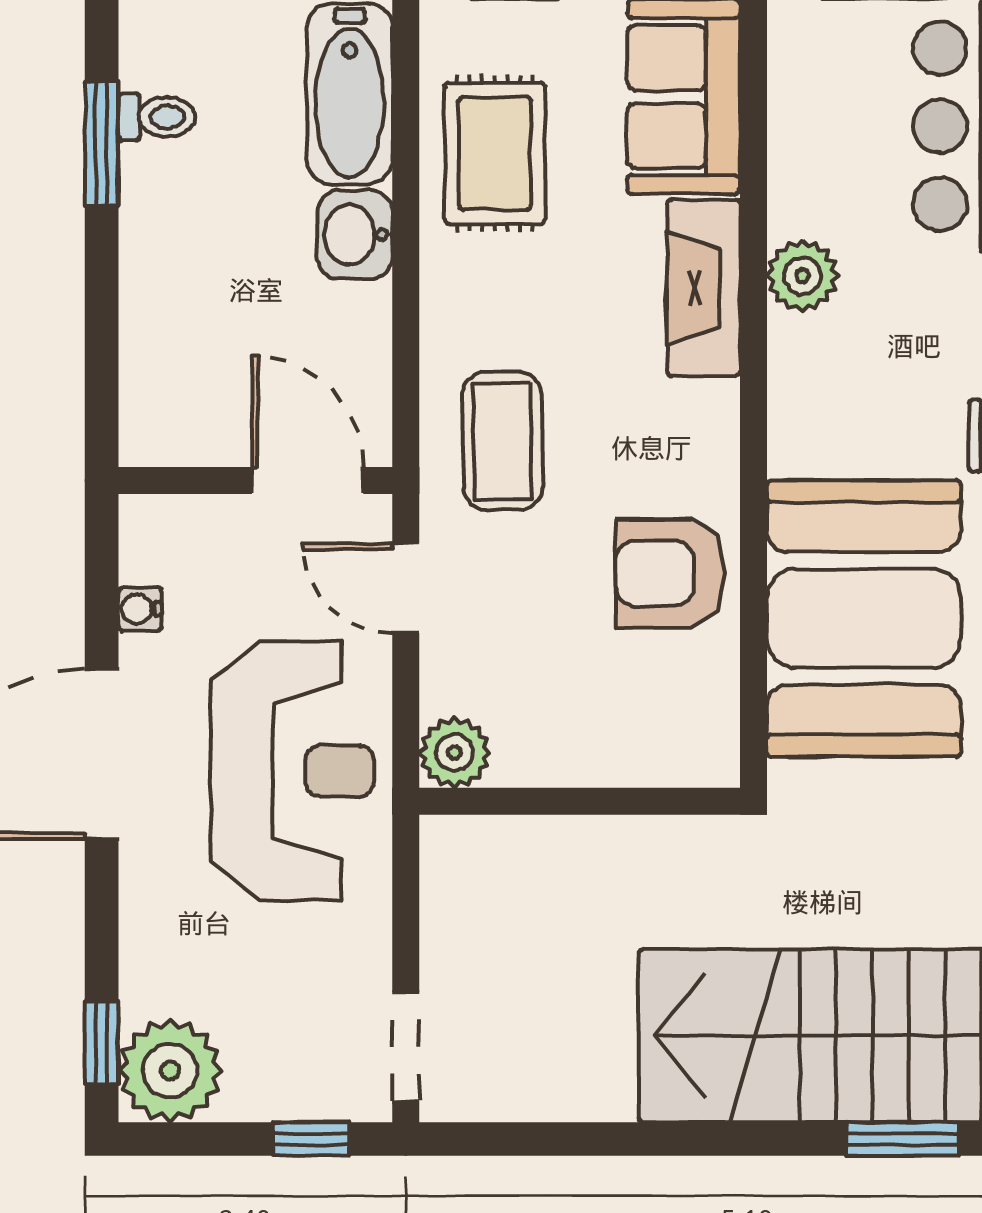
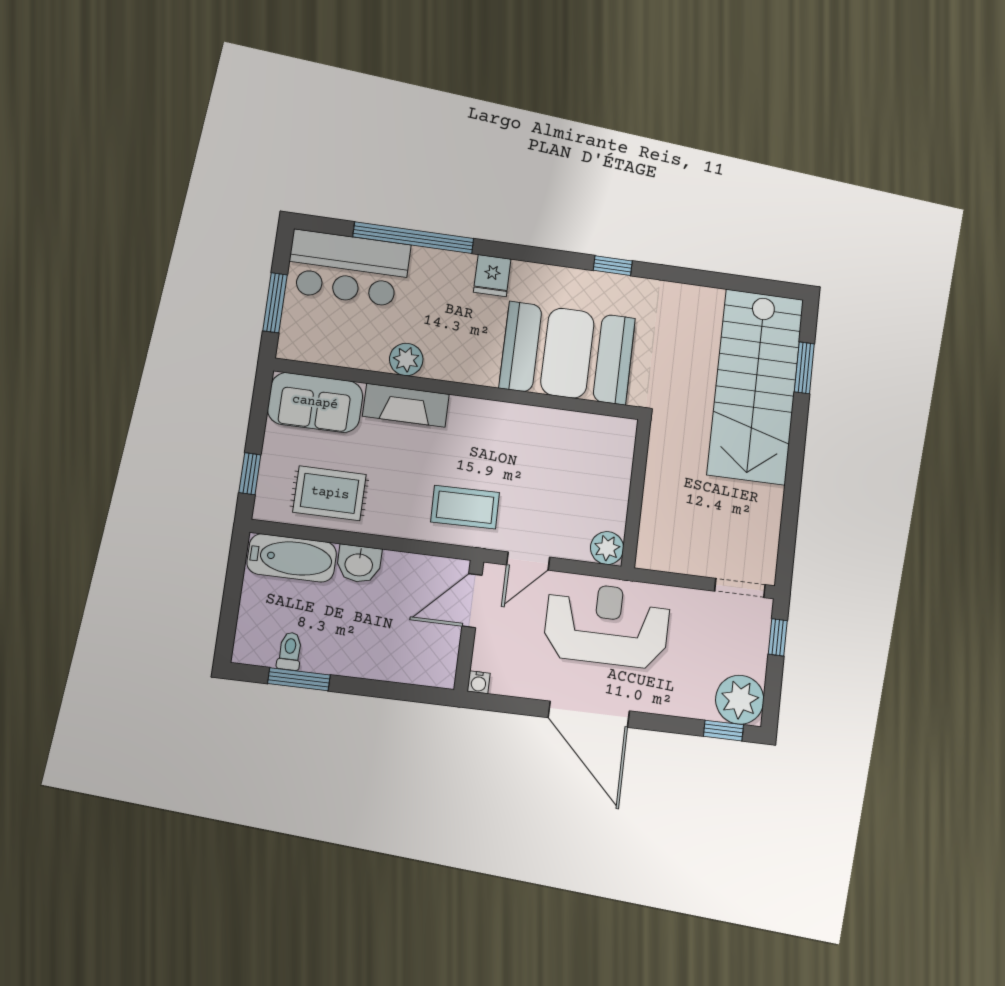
armchair: (670, 573) -> (536, 438), removed
water cooler: (140, 609) -> (479, 682), moved

